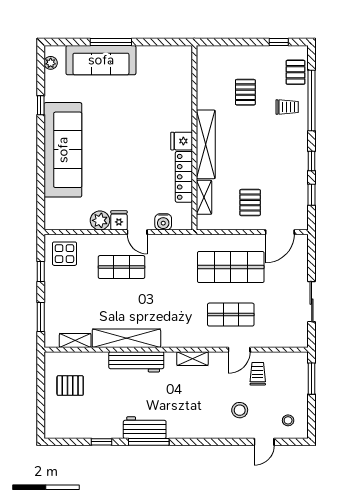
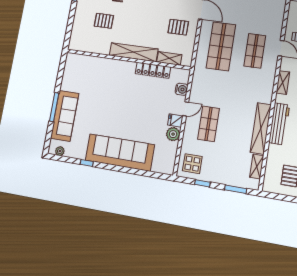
fridge: (182, 141) -> (128, 68), removed

